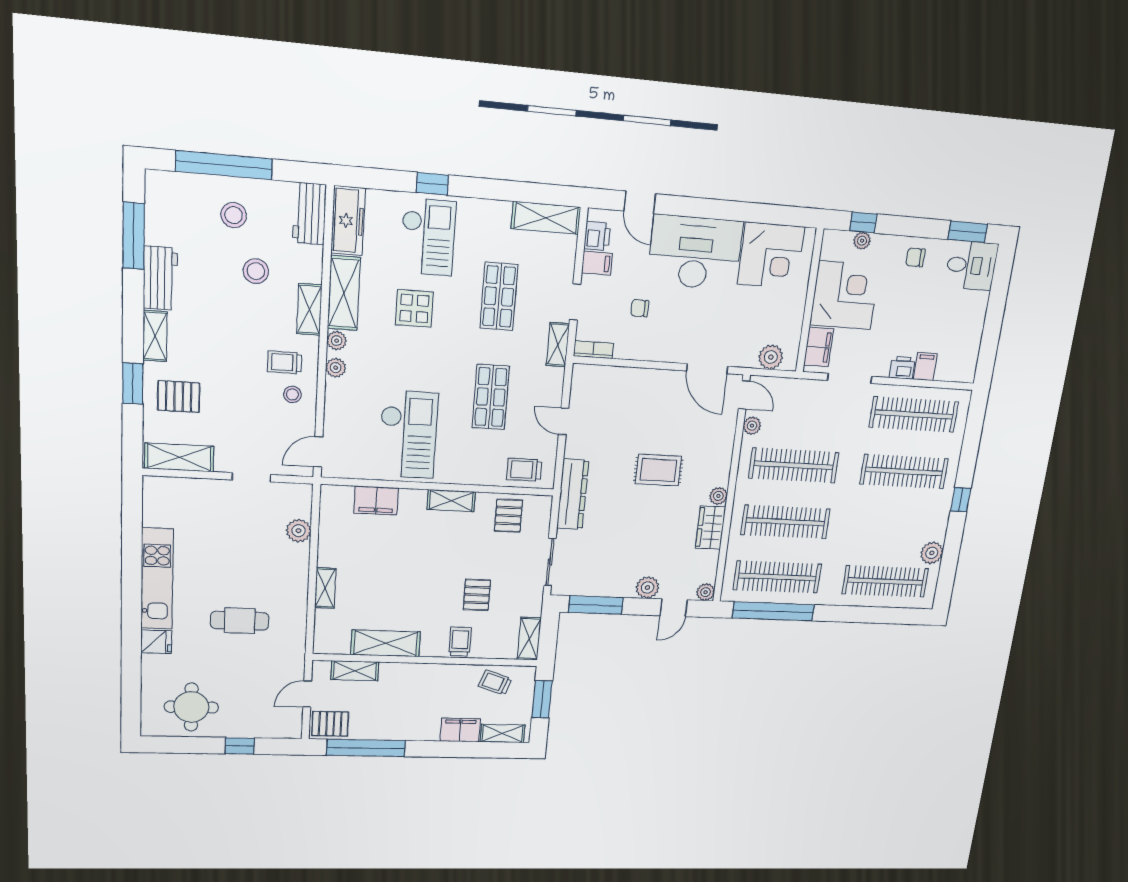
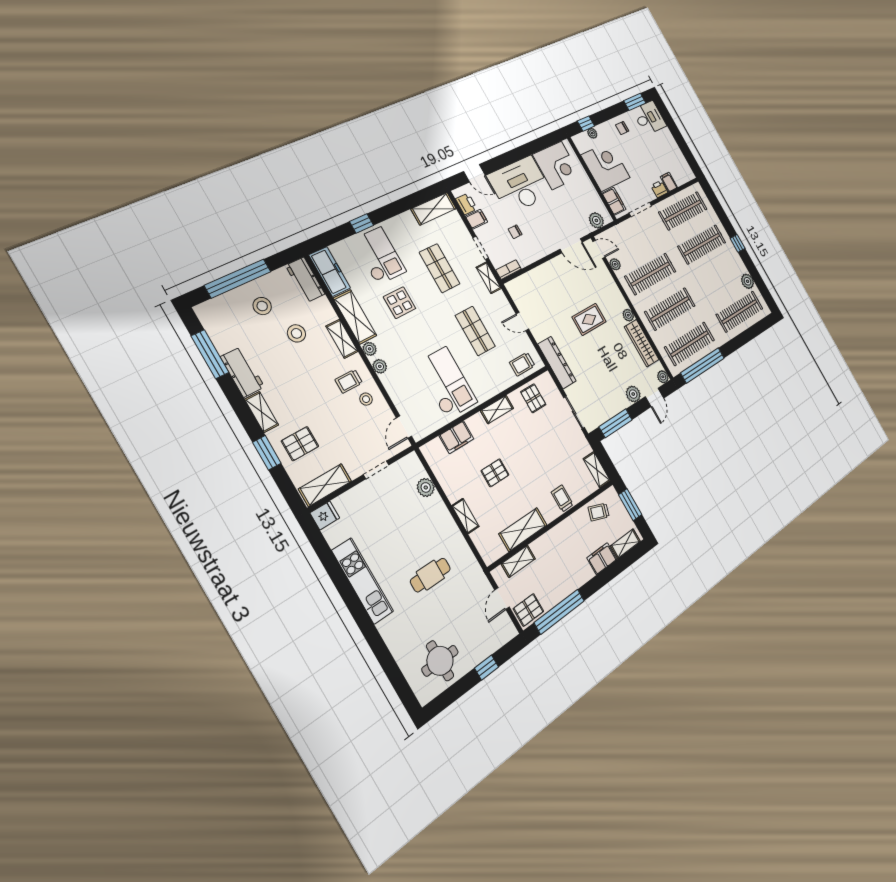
wardrobe: (711, 528) -> (642, 343), width x1.50
pallet: (477, 595) -> (495, 473), moved, turned 90
fridge: (156, 642) -> (325, 515), moved

